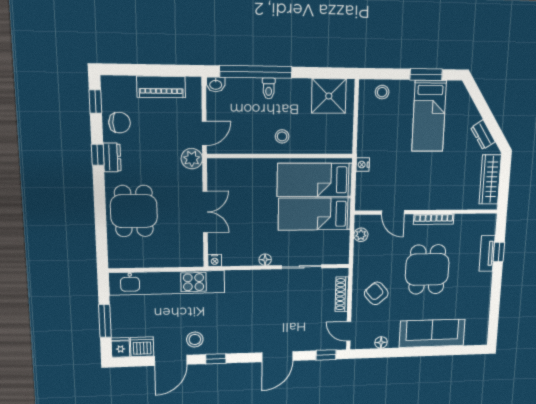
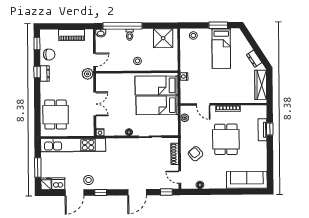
dining table: (134, 211) -> (56, 115), moved
sofa: (432, 333) -> (247, 180), moved

